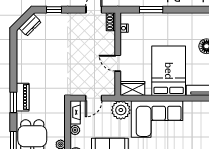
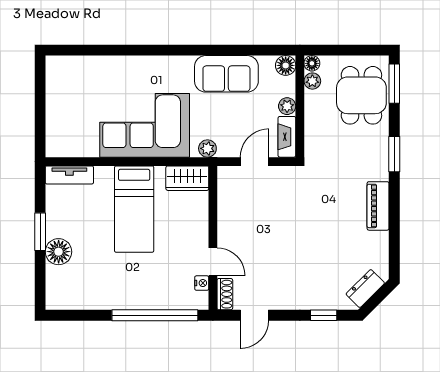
window: (151, 10) -> (155, 315), width x2.11
door: (118, 63) -> (213, 262), moved
bed: (169, 71) -> (134, 209), width x0.67
piano: (23, 97) -> (378, 206), moved
plant: (121, 110) -> (207, 148), width x0.53, depth x0.53

